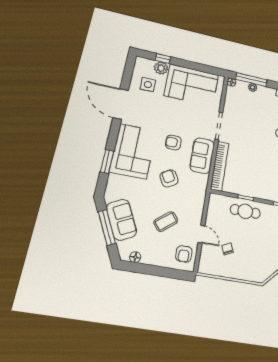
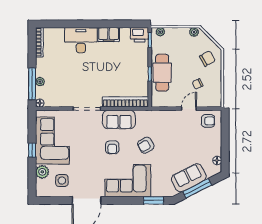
window: (163, 59) -> (32, 150), moved
window: (107, 162) -> (154, 200), moved
cafe table: (245, 211) -> (162, 73), width x1.37, depth x1.35
coffee table: (166, 222) -> (184, 141), removed
chair: (254, 265) -> (207, 59), added

